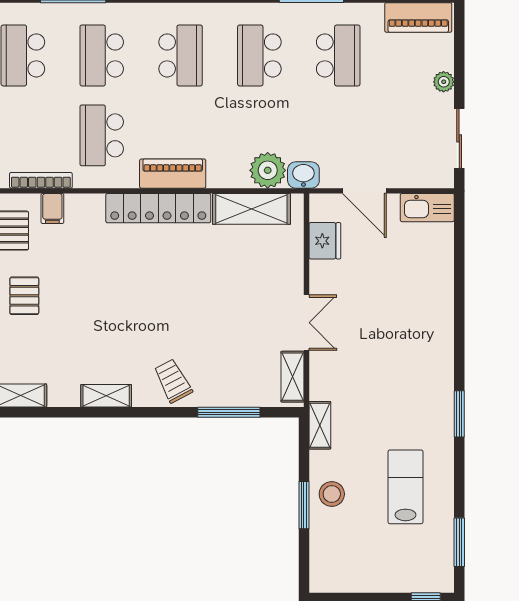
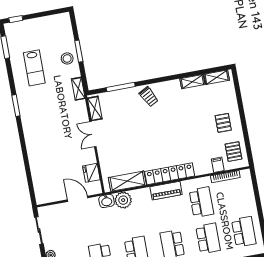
kitchen sink: (427, 208) -> (48, 196), removed
shelving: (106, 396) -> (192, 82), moved

